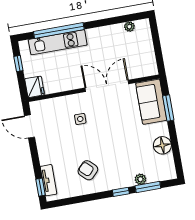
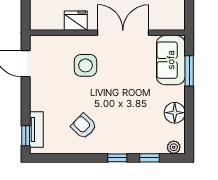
fridge: (35, 87) -> (76, 21), moved, turned -90
side table: (80, 119) -> (85, 65), width x1.87, depth x1.87
plant: (140, 179) -> (174, 147), moved
window: (148, 187) -> (150, 158), width x0.67

